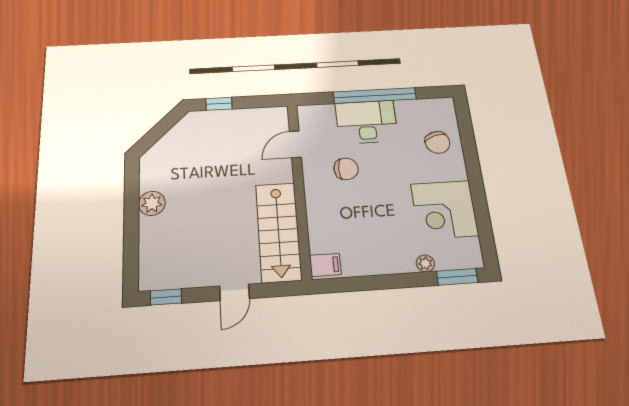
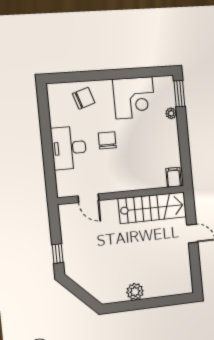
window: (375, 96) -> (47, 141), removed
chair: (346, 169) -> (107, 140), moved
window: (166, 297) -> (196, 275), removed

